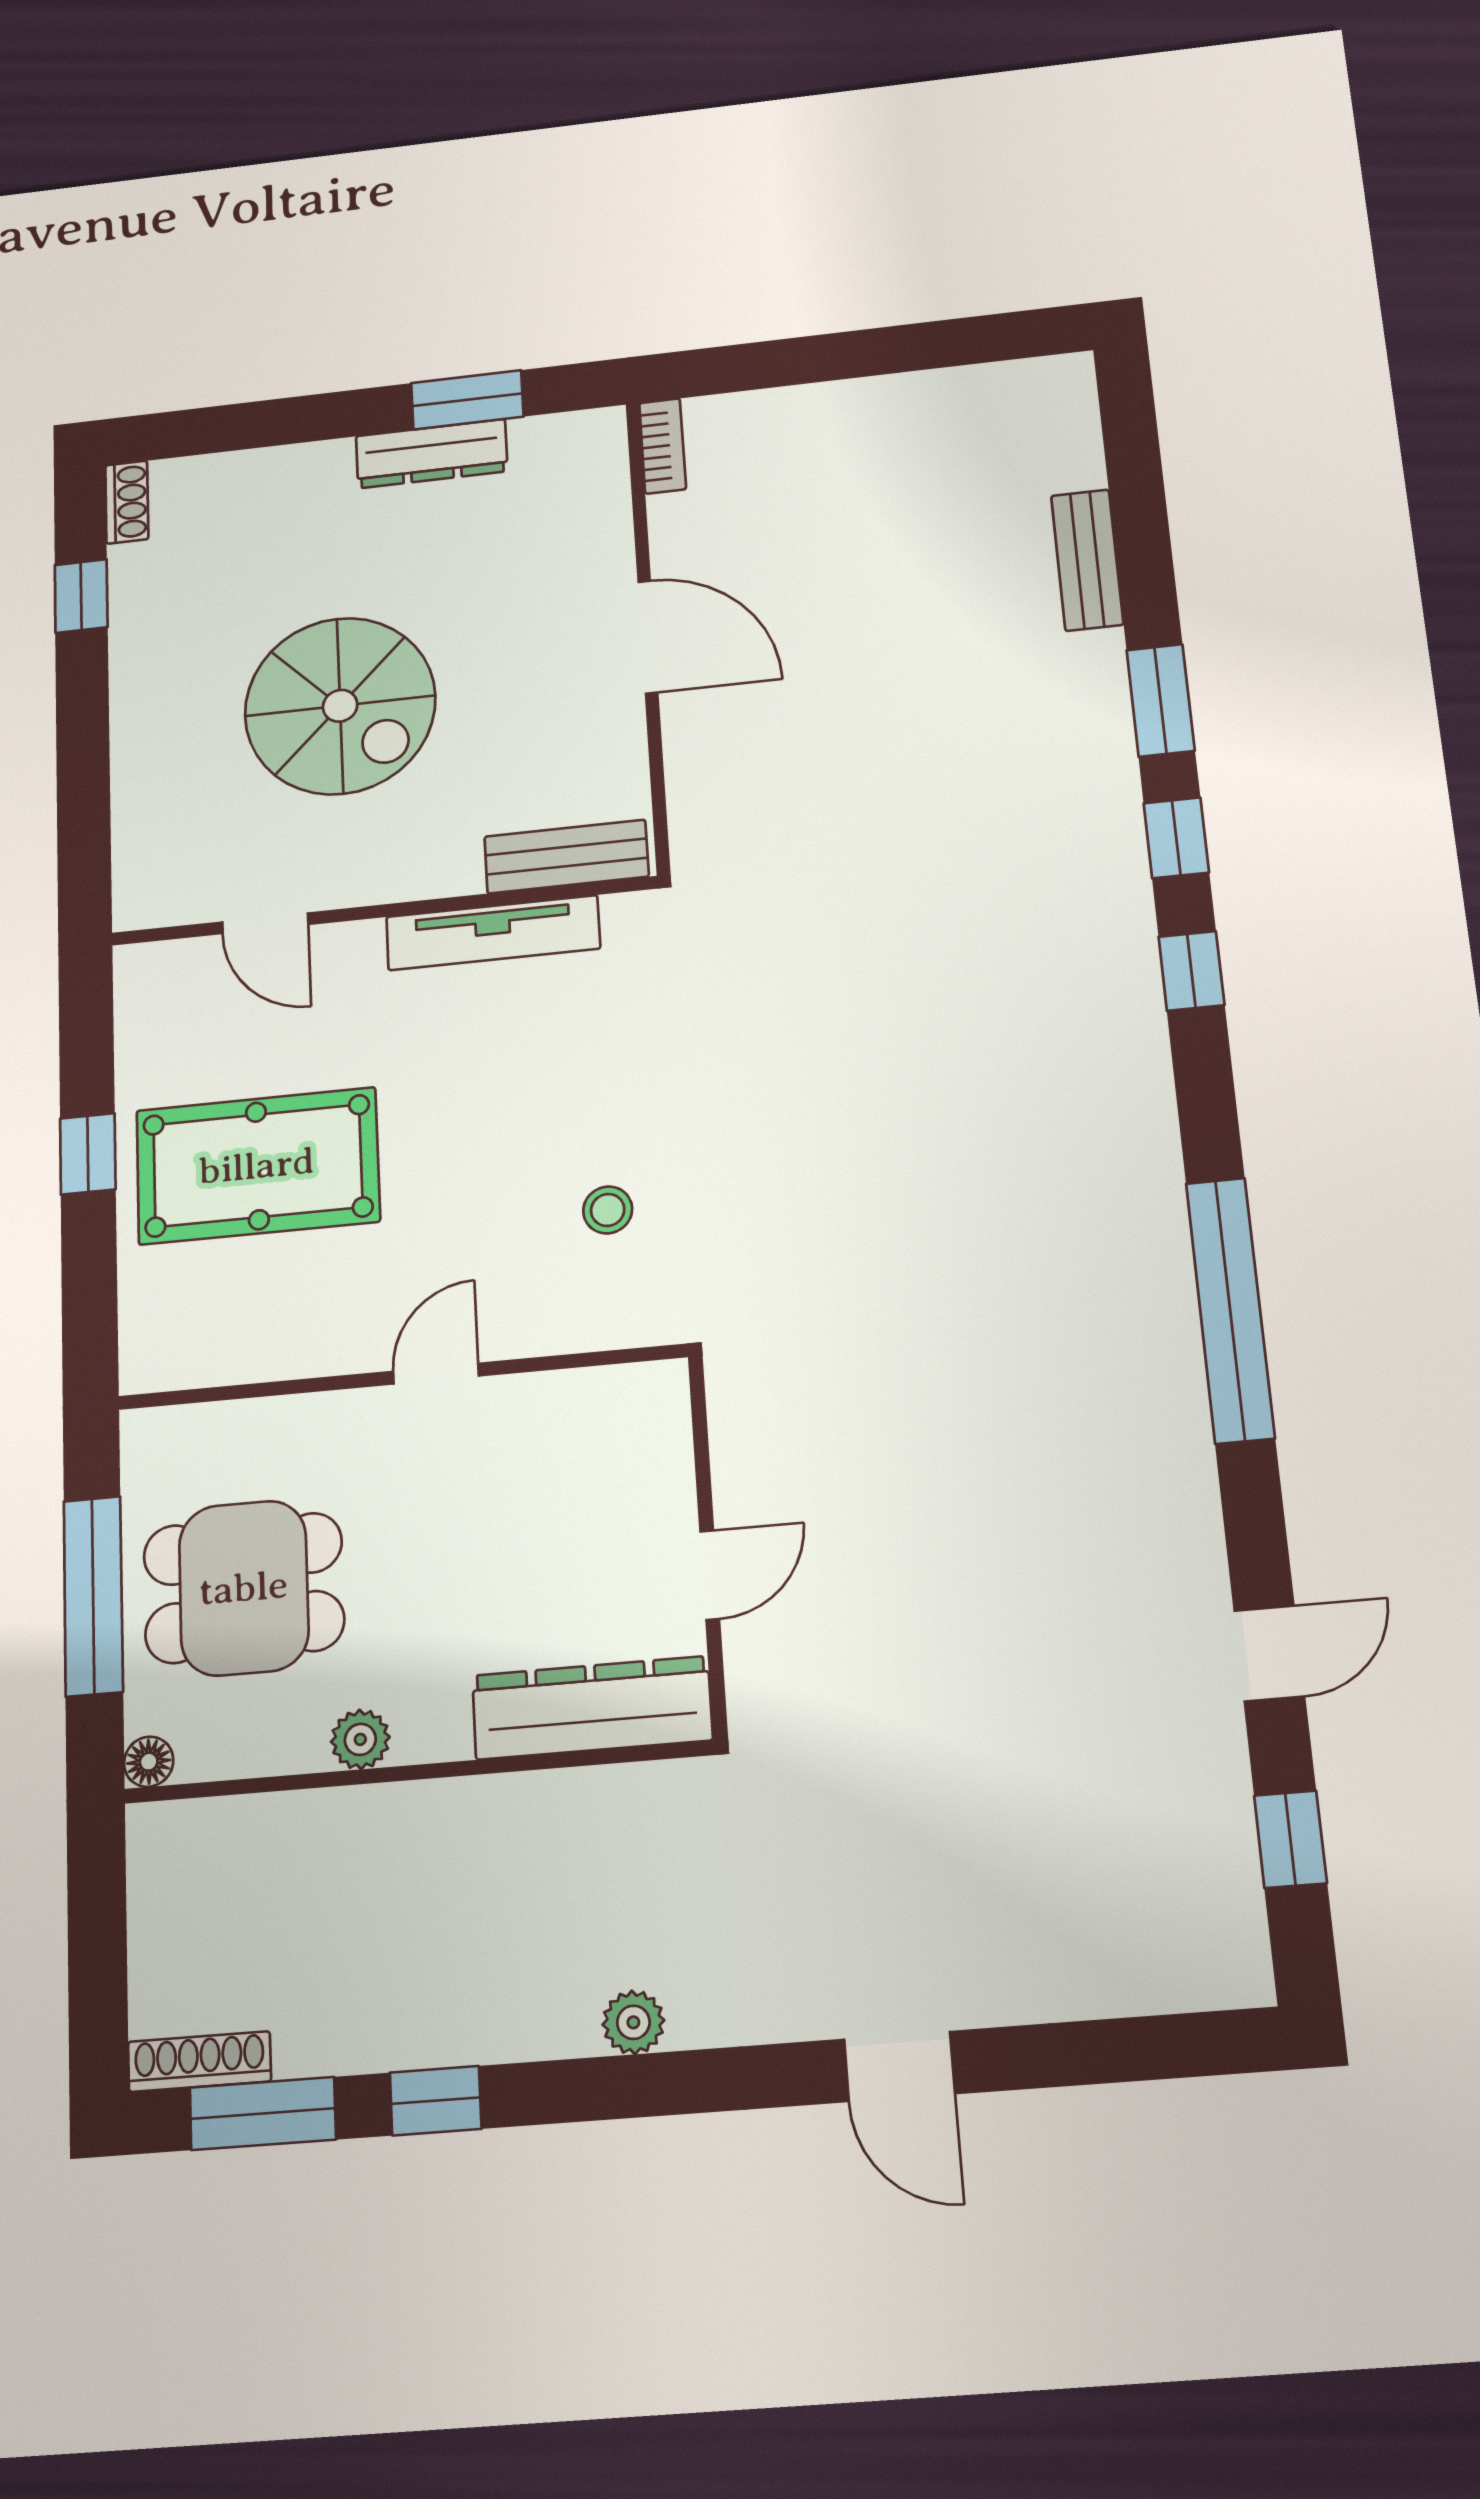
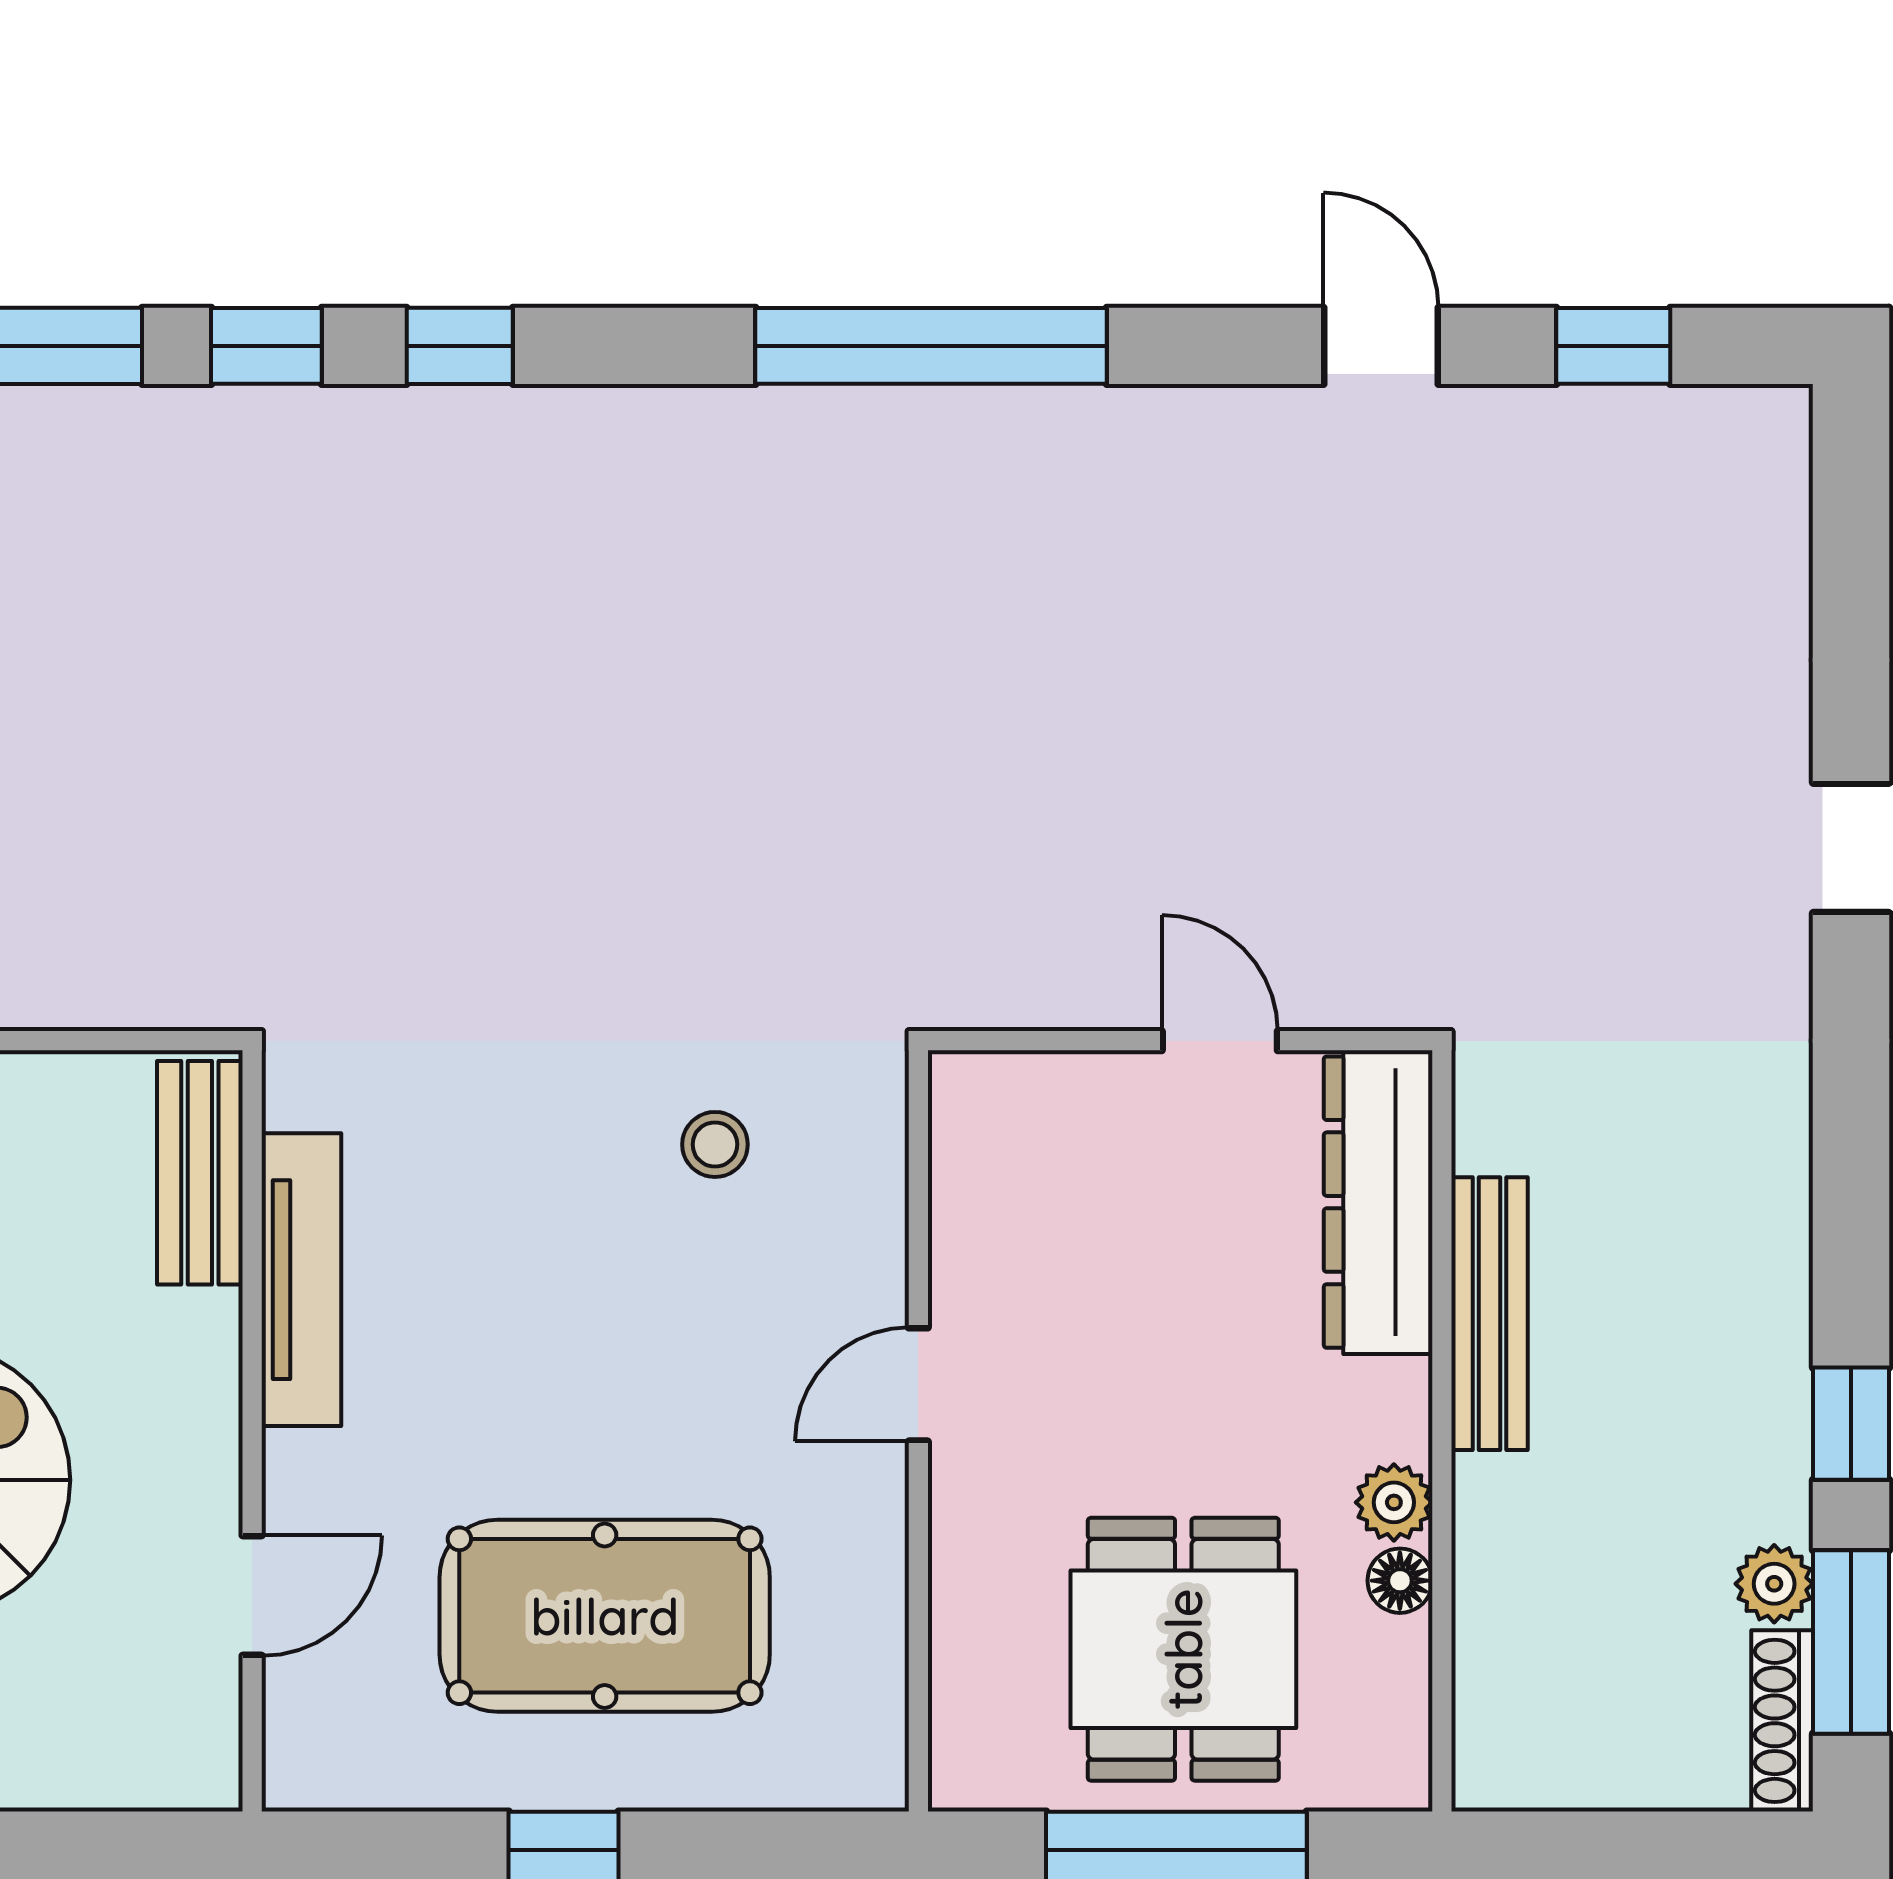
pool table: (257, 1166) -> (605, 1616), turned 90
door: (436, 1374) -> (918, 1384), hinge flipped
floor lamp: (149, 1762) -> (1400, 1581), moved
bench: (510, 1802) -> (1490, 1314), added
plant: (633, 2022) -> (1774, 1584), moved

